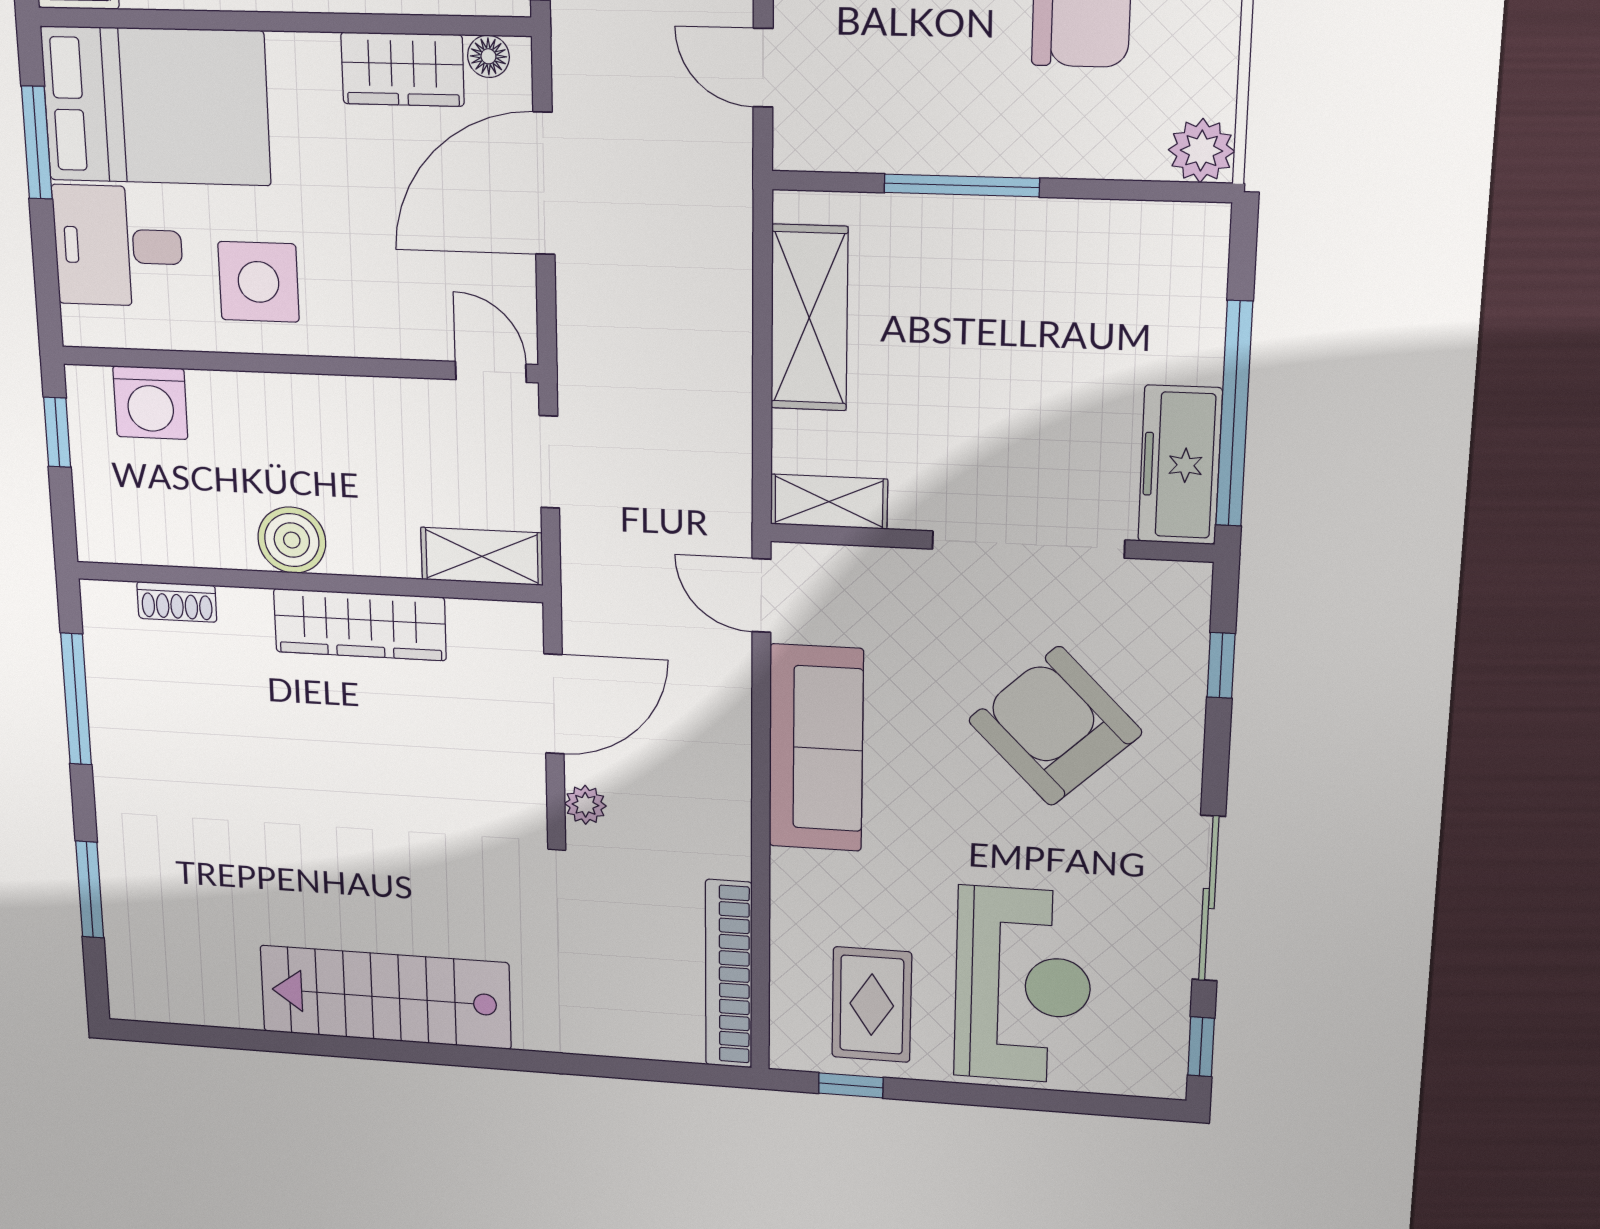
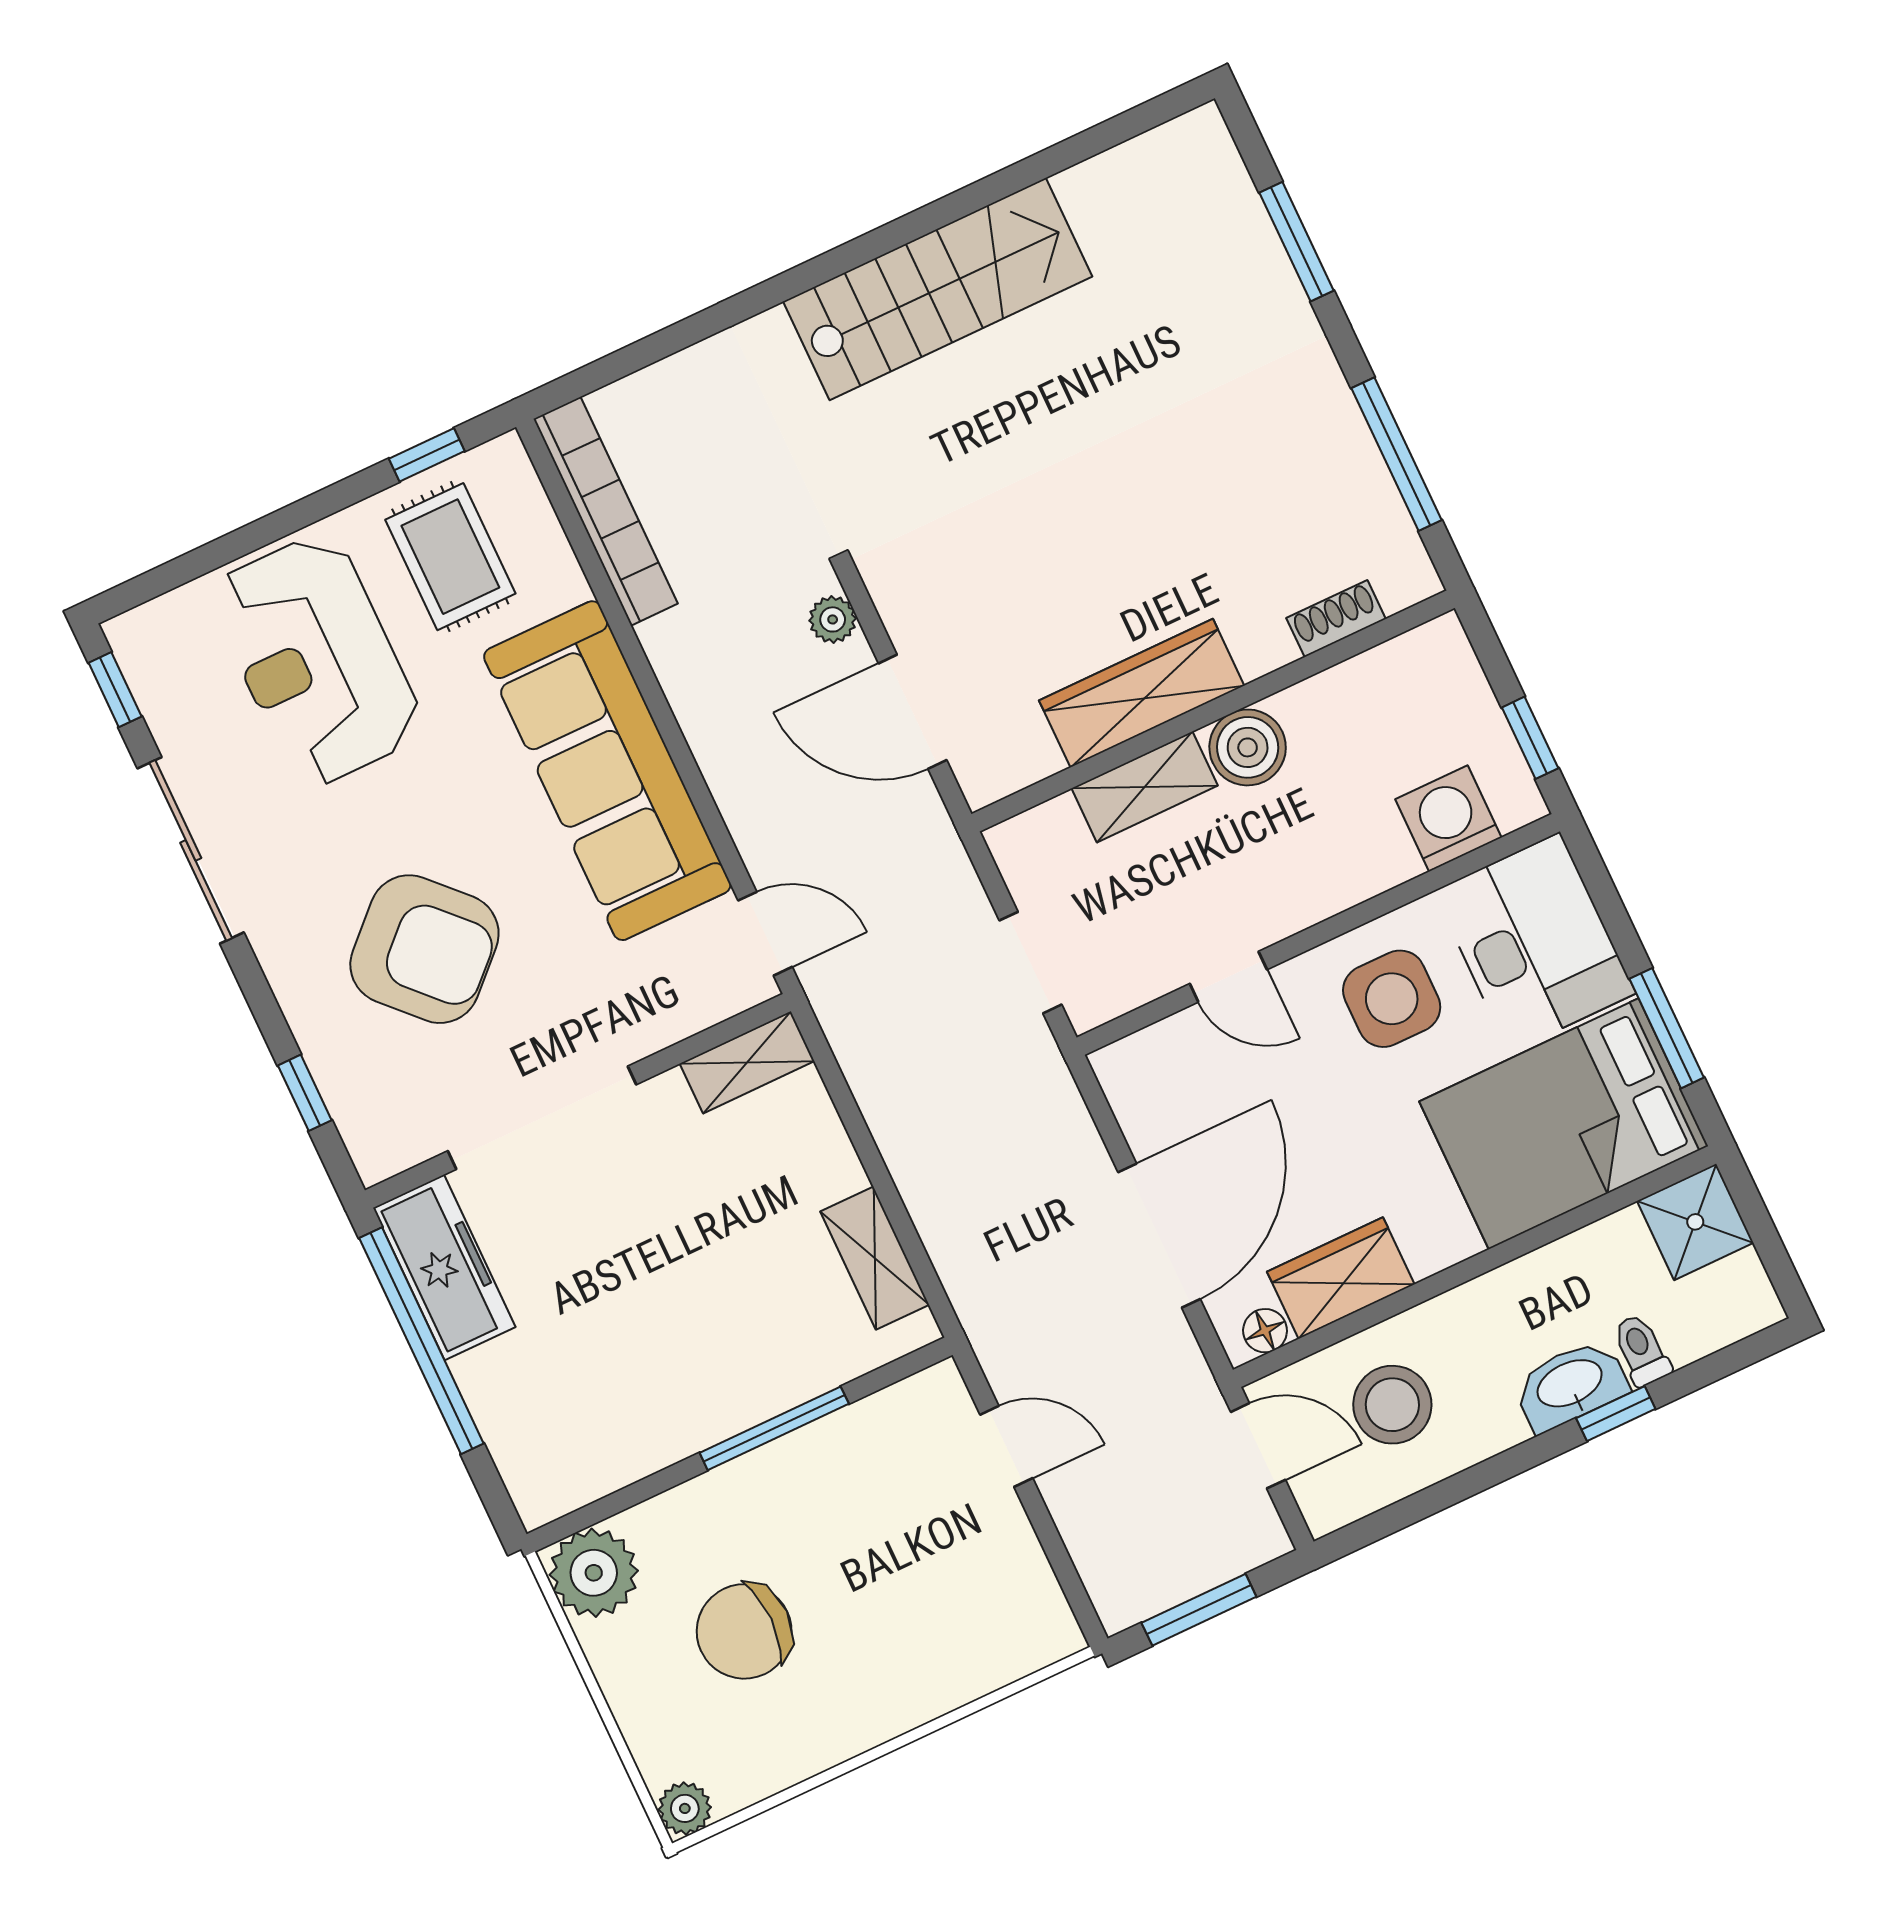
plant: (1201, 151) -> (594, 1573), width x1.36, depth x1.36
desk: (118, 246) -> (1535, 942), width x1.37
shelving: (809, 318) -> (875, 1258), width x0.67, depth x0.75
door: (491, 372) -> (1228, 977), moved
shelving: (482, 556) -> (1145, 787), moved
door: (554, 704) -> (913, 712), hinge flipped
sofa: (816, 748) -> (607, 771), width x1.36, depth x1.27

